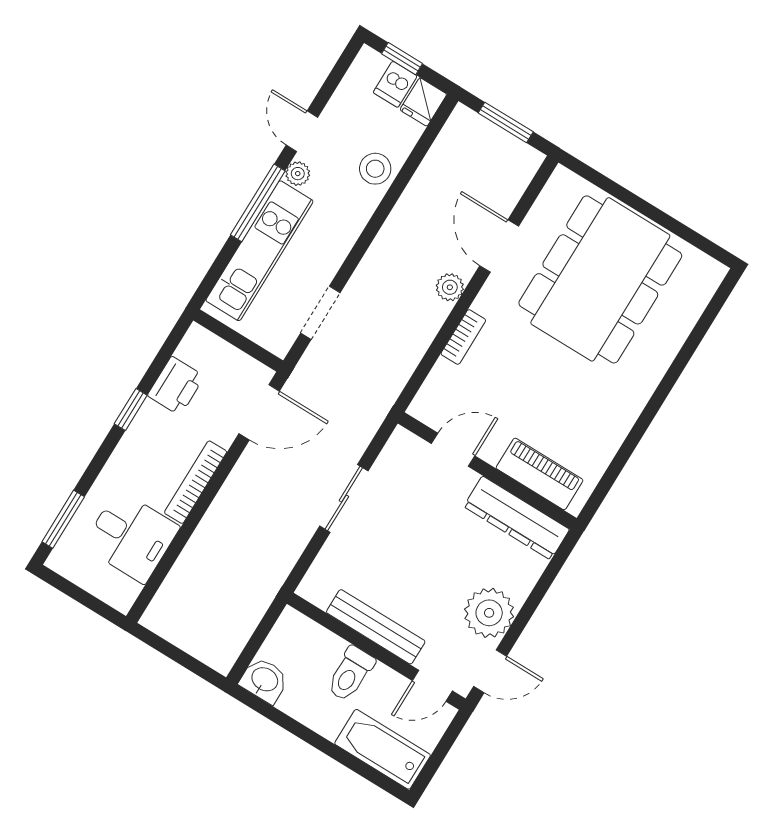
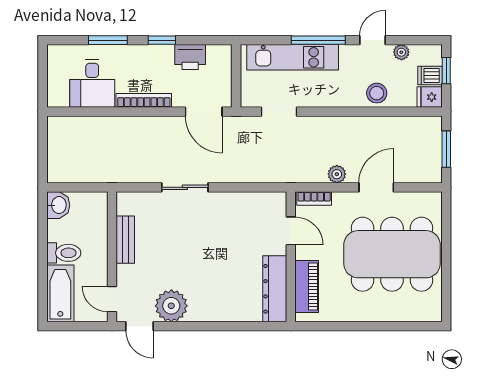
plant: (298, 174) -> (401, 52), moved
door: (453, 450) -> (291, 231), moved
wall: (487, 471) -> (291, 257), moved
piano: (540, 474) -> (307, 287), moved
dresser: (517, 518) -> (275, 289), moved
window: (63, 519) -> (108, 40), moved
bench: (376, 627) -> (125, 240), width x0.73
toilet: (350, 674) -> (64, 253), moved, turned 180

